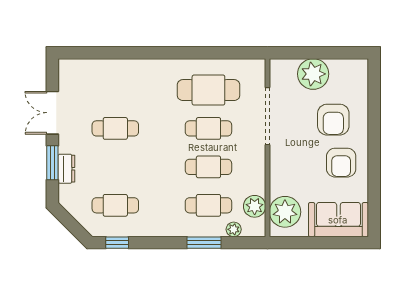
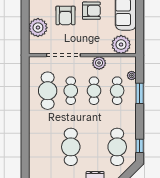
armchair: (333, 120) -> (65, 15), turned 90
cafe table: (115, 128) -> (71, 147), width x1.37, depth x1.35
cafe table: (115, 205) -> (117, 147), width x1.37, depth x1.35
plant: (255, 206) -> (99, 63), moved

